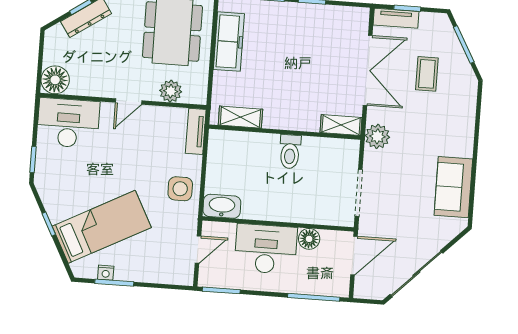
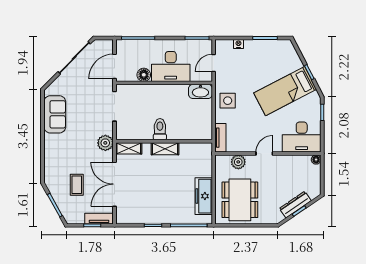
floor lamp: (55, 80) -> (316, 160), width x0.53, depth x0.53
shelving: (240, 117) -> (165, 149), moved
bed: (102, 227) -> (285, 91), moved
nightstand: (106, 273) -> (238, 44), moved

